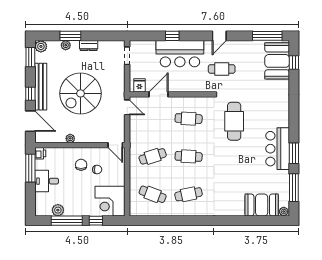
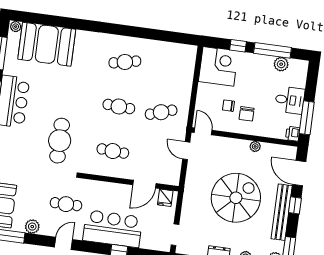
plant: (247, 46) -> (32, 227), added
door: (127, 107) -> (186, 151), moved
cafe table: (153, 194) -> (167, 68), removed
booth: (262, 205) -> (47, 44), width x1.36, depth x1.42

